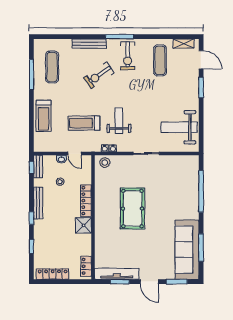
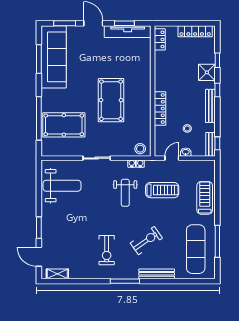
exercise bike: (128, 56) -> (107, 250), moved, turned 180
exercise mat: (160, 60) -> (82, 256), removed
exercise mat: (52, 67) -> (196, 249), width x1.36, depth x1.45
door: (75, 154) -> (172, 158), hinge flipped
pool table: (177, 185) -> (64, 125), added
shower: (84, 225) -> (207, 72), moved

